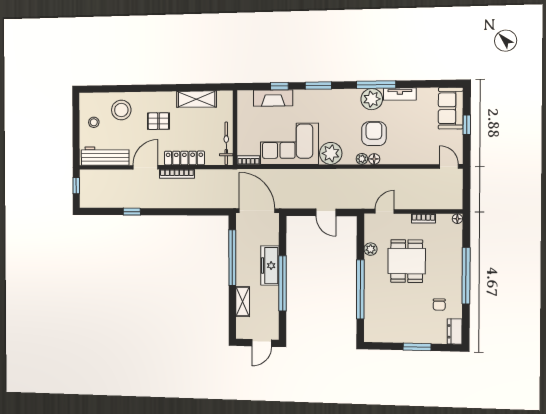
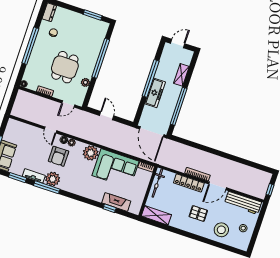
window: (318, 86) -> (18, 178), moved
shelving: (197, 99) -> (156, 215), moved
door: (449, 166) -> (50, 130), moved
window: (132, 212) -> (237, 159), removed
window: (417, 347) -> (93, 15), moved

